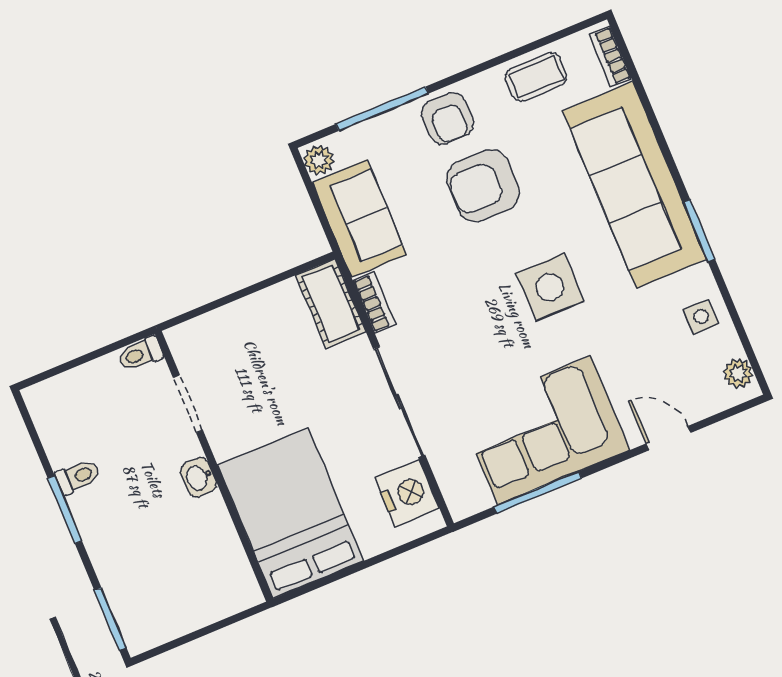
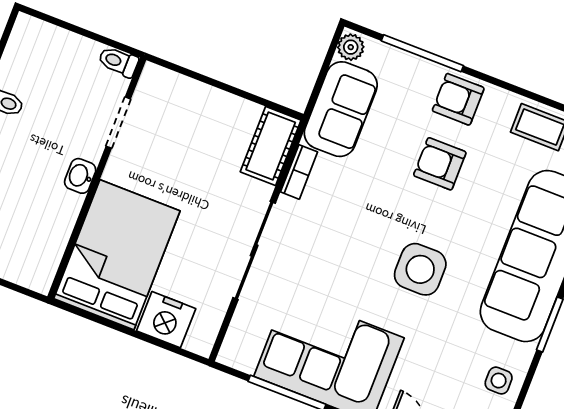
armchair: (448, 118) -> (458, 99), turned 90
armchair: (483, 185) -> (440, 164), width x0.72, depth x0.72
nightstand: (407, 493) -> (166, 320), moved, turned 90

